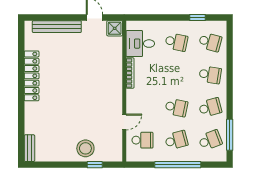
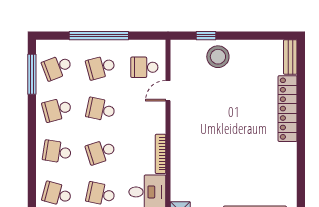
school desk: (176, 75) -> (101, 152), added
locker: (32, 76) -> (288, 109), moved

